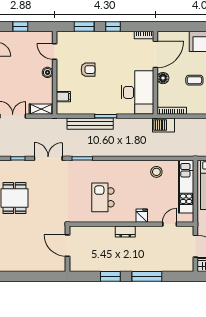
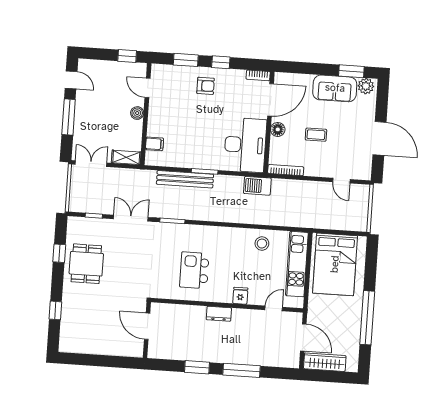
window: (20, 26) -> (127, 56), moved
armchair: (88, 70) -> (206, 86), moved
barbecue: (163, 125) -> (257, 186), moved

